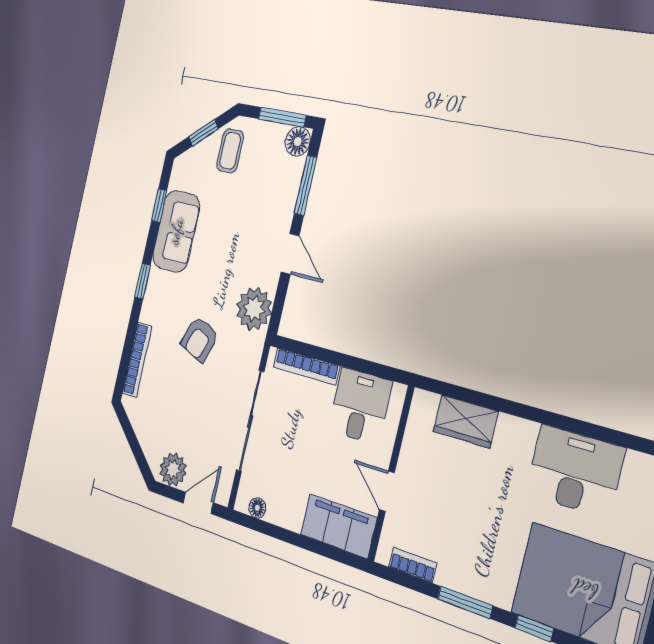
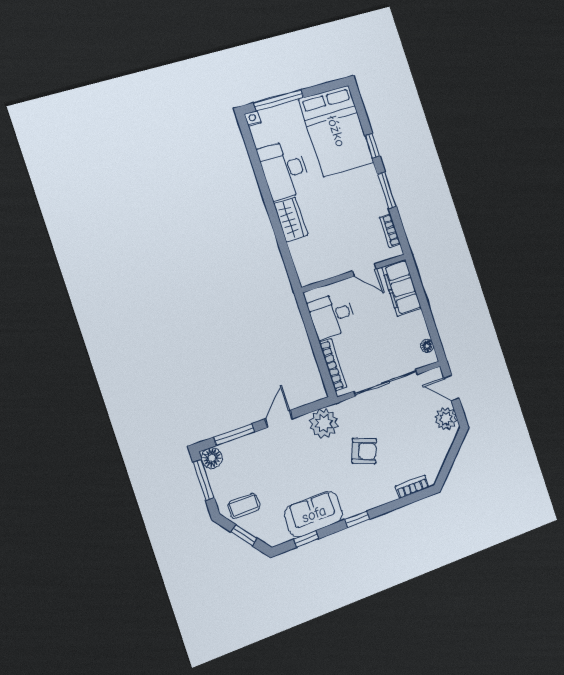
bookcase: (137, 360) -> (412, 487), width x0.64
wardrobe: (465, 421) -> (291, 219), moved
door: (387, 491) -> (364, 270), hinge flipped

